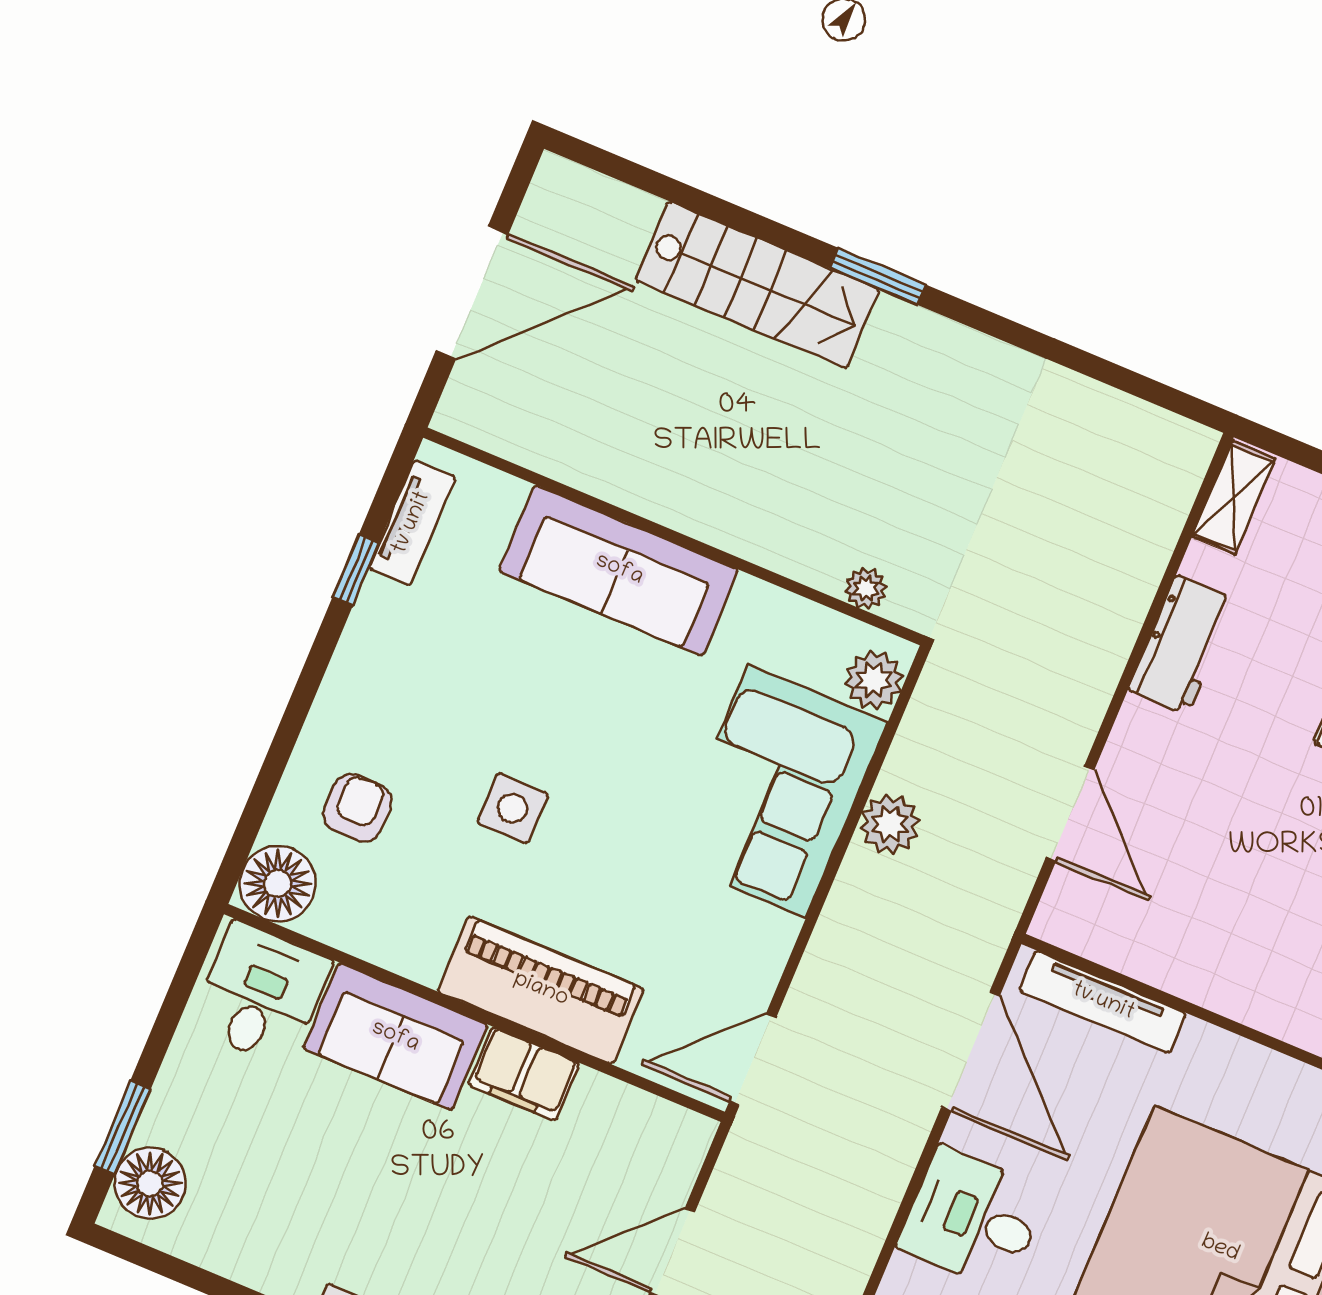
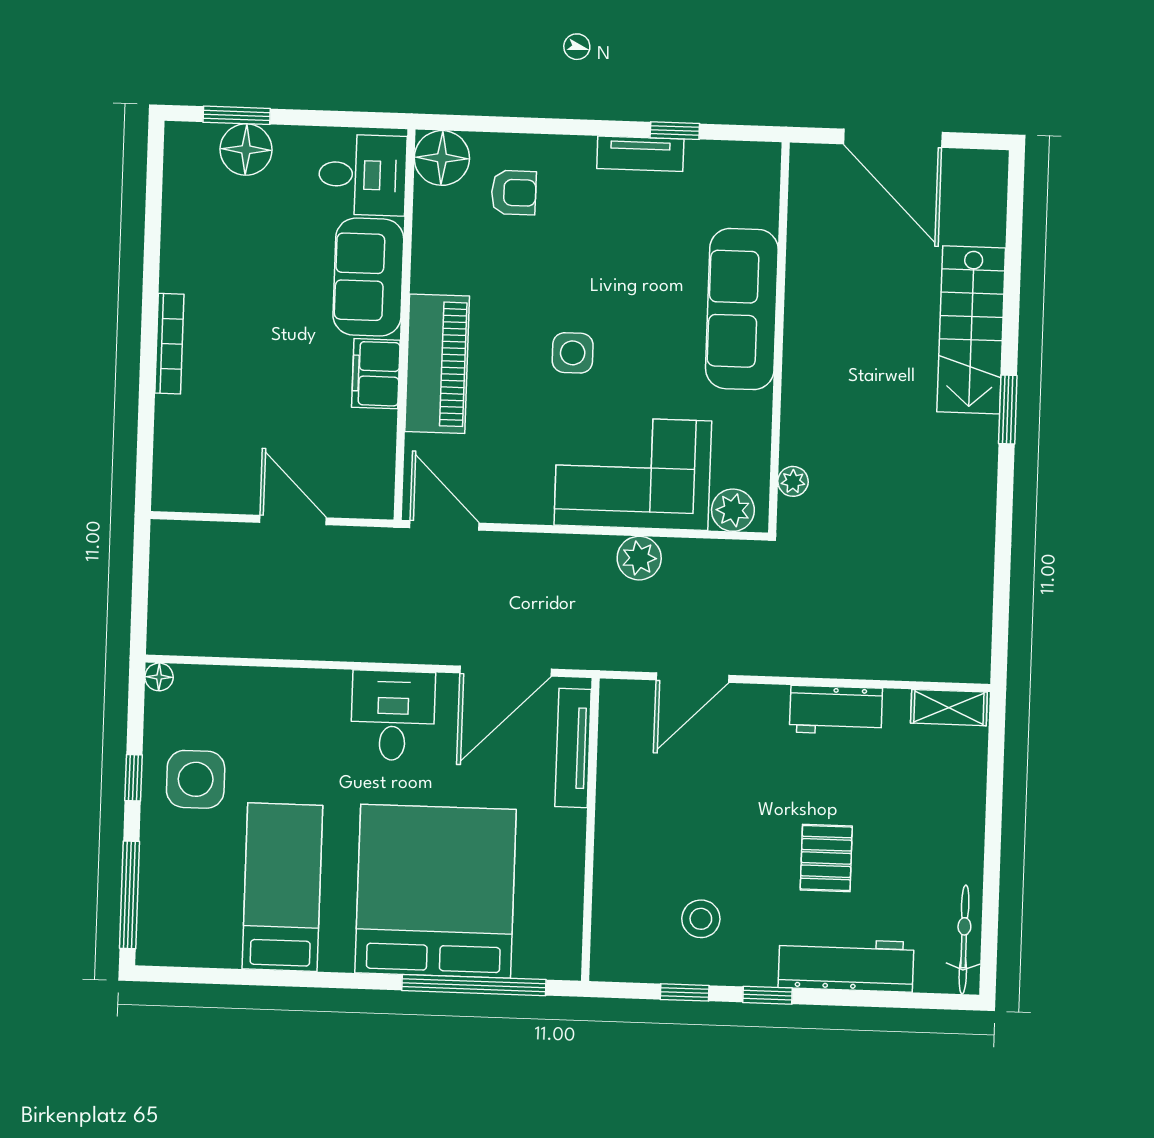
tv unit: (412, 523) -> (640, 154), moved
side table: (513, 808) -> (573, 353), moved
floor lamp: (150, 1183) -> (246, 150), moved

